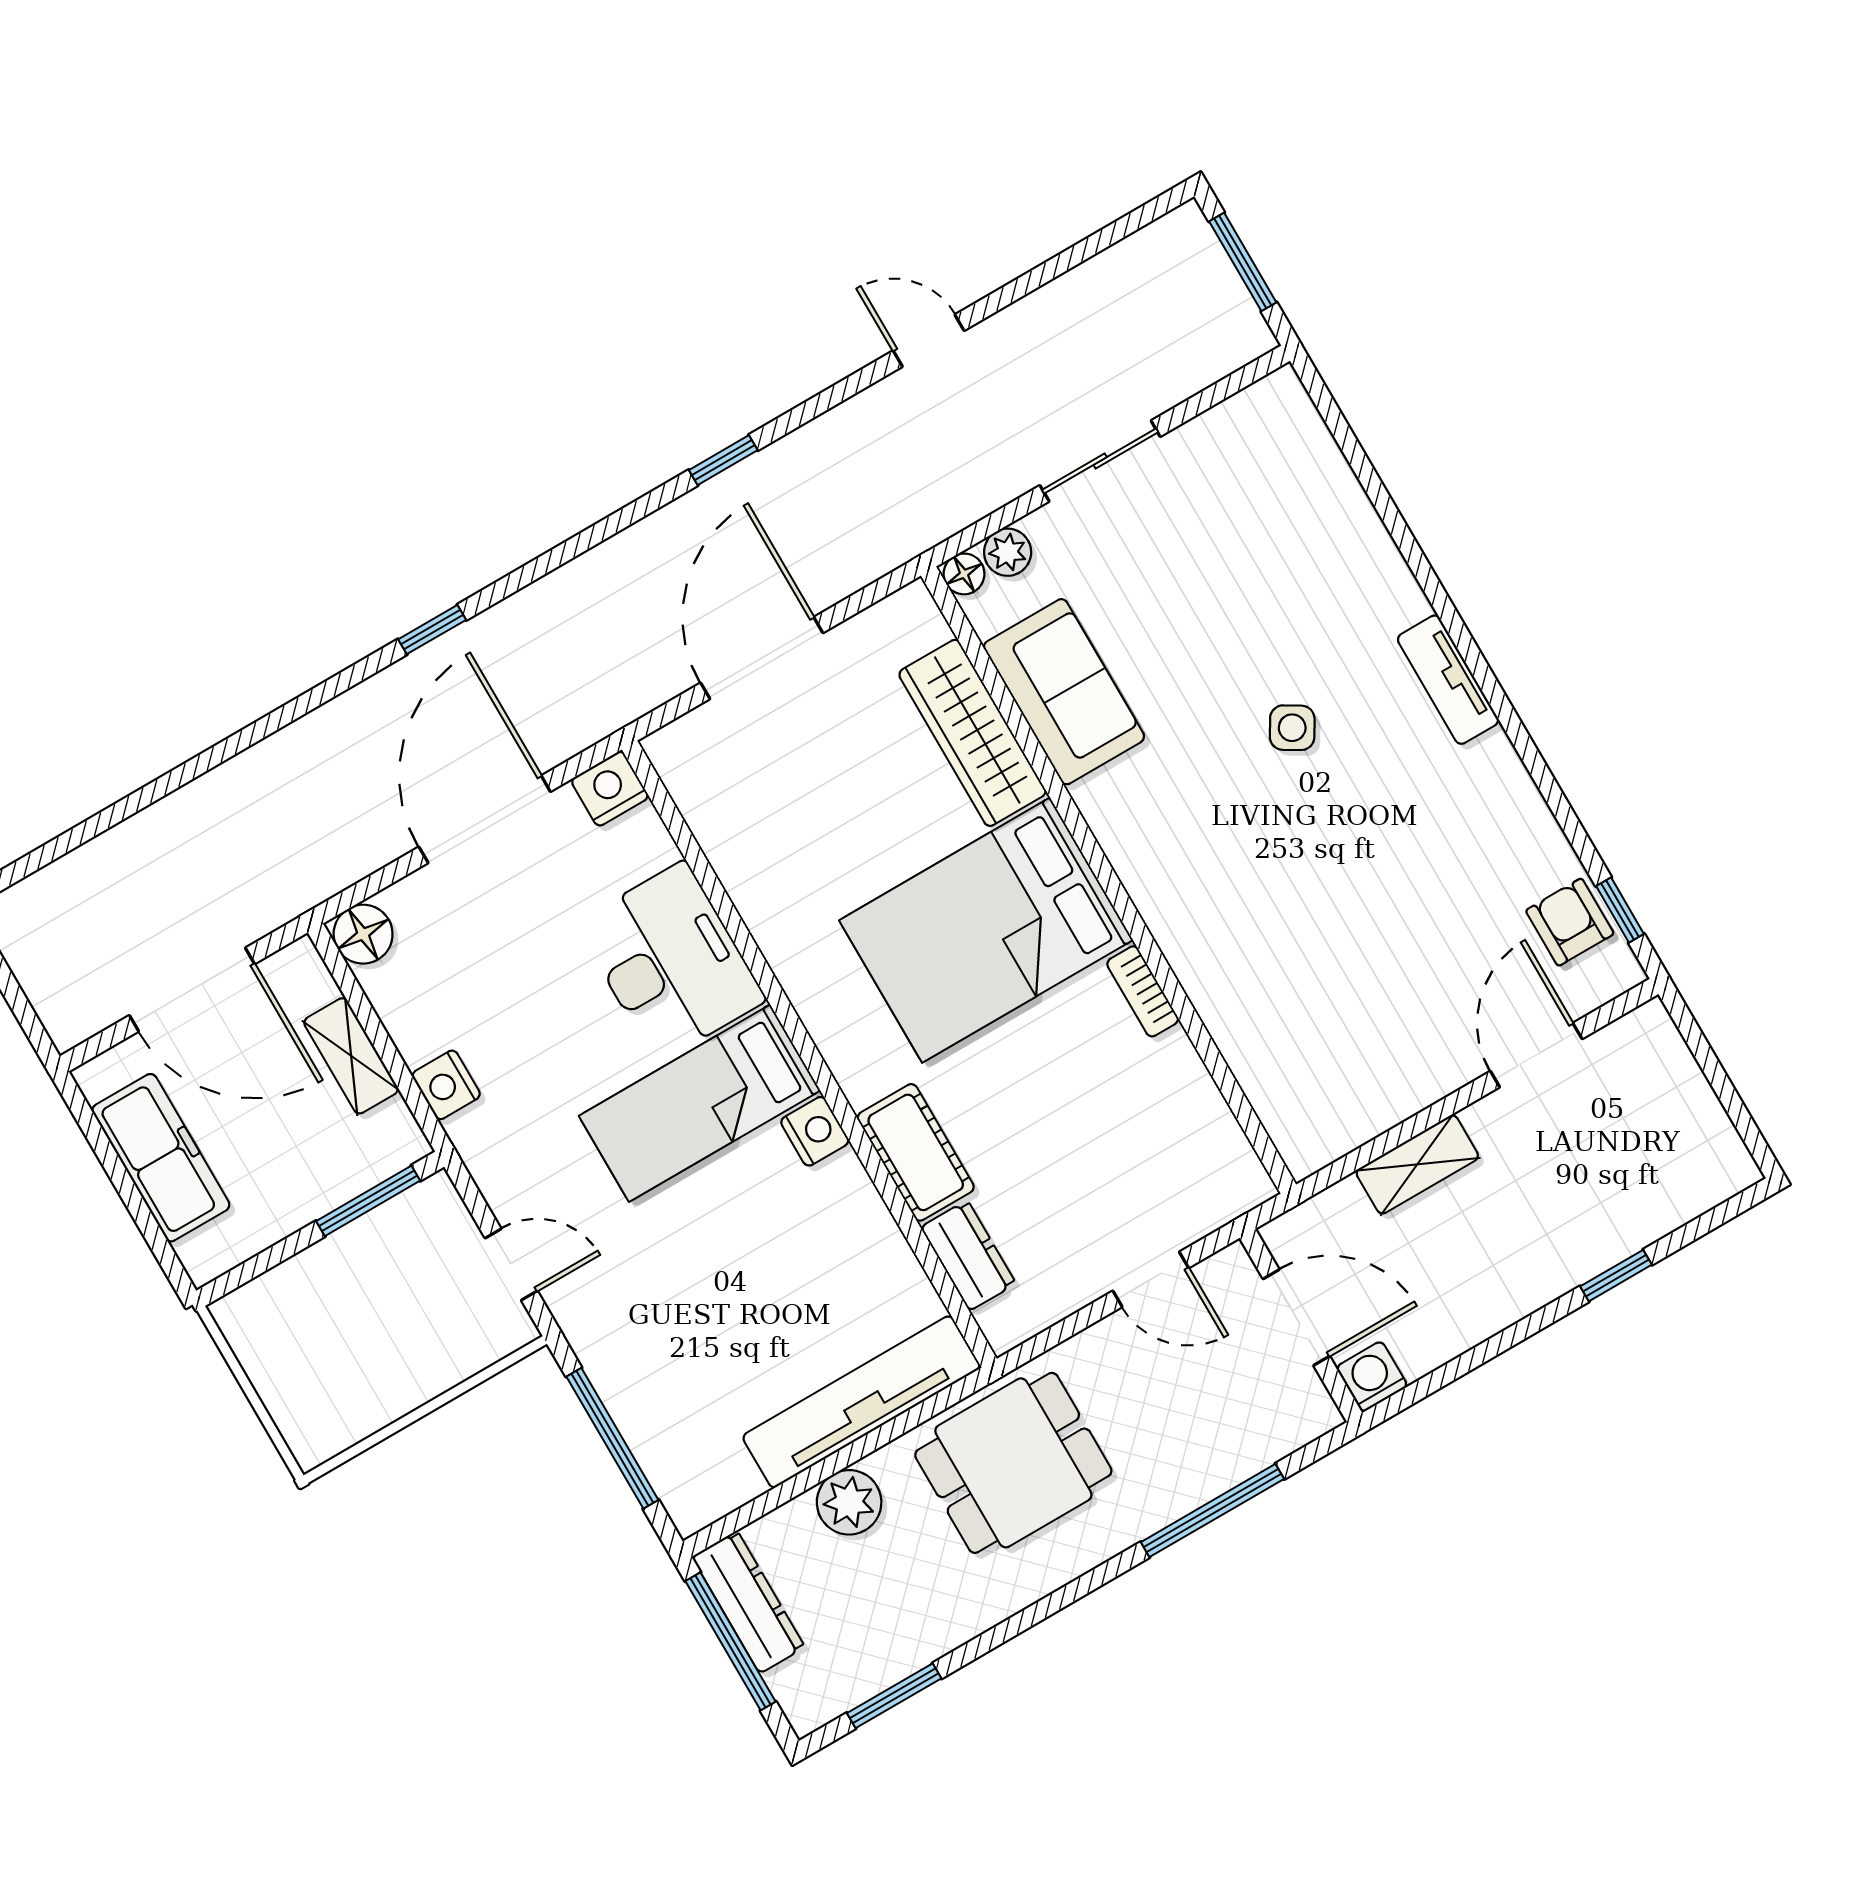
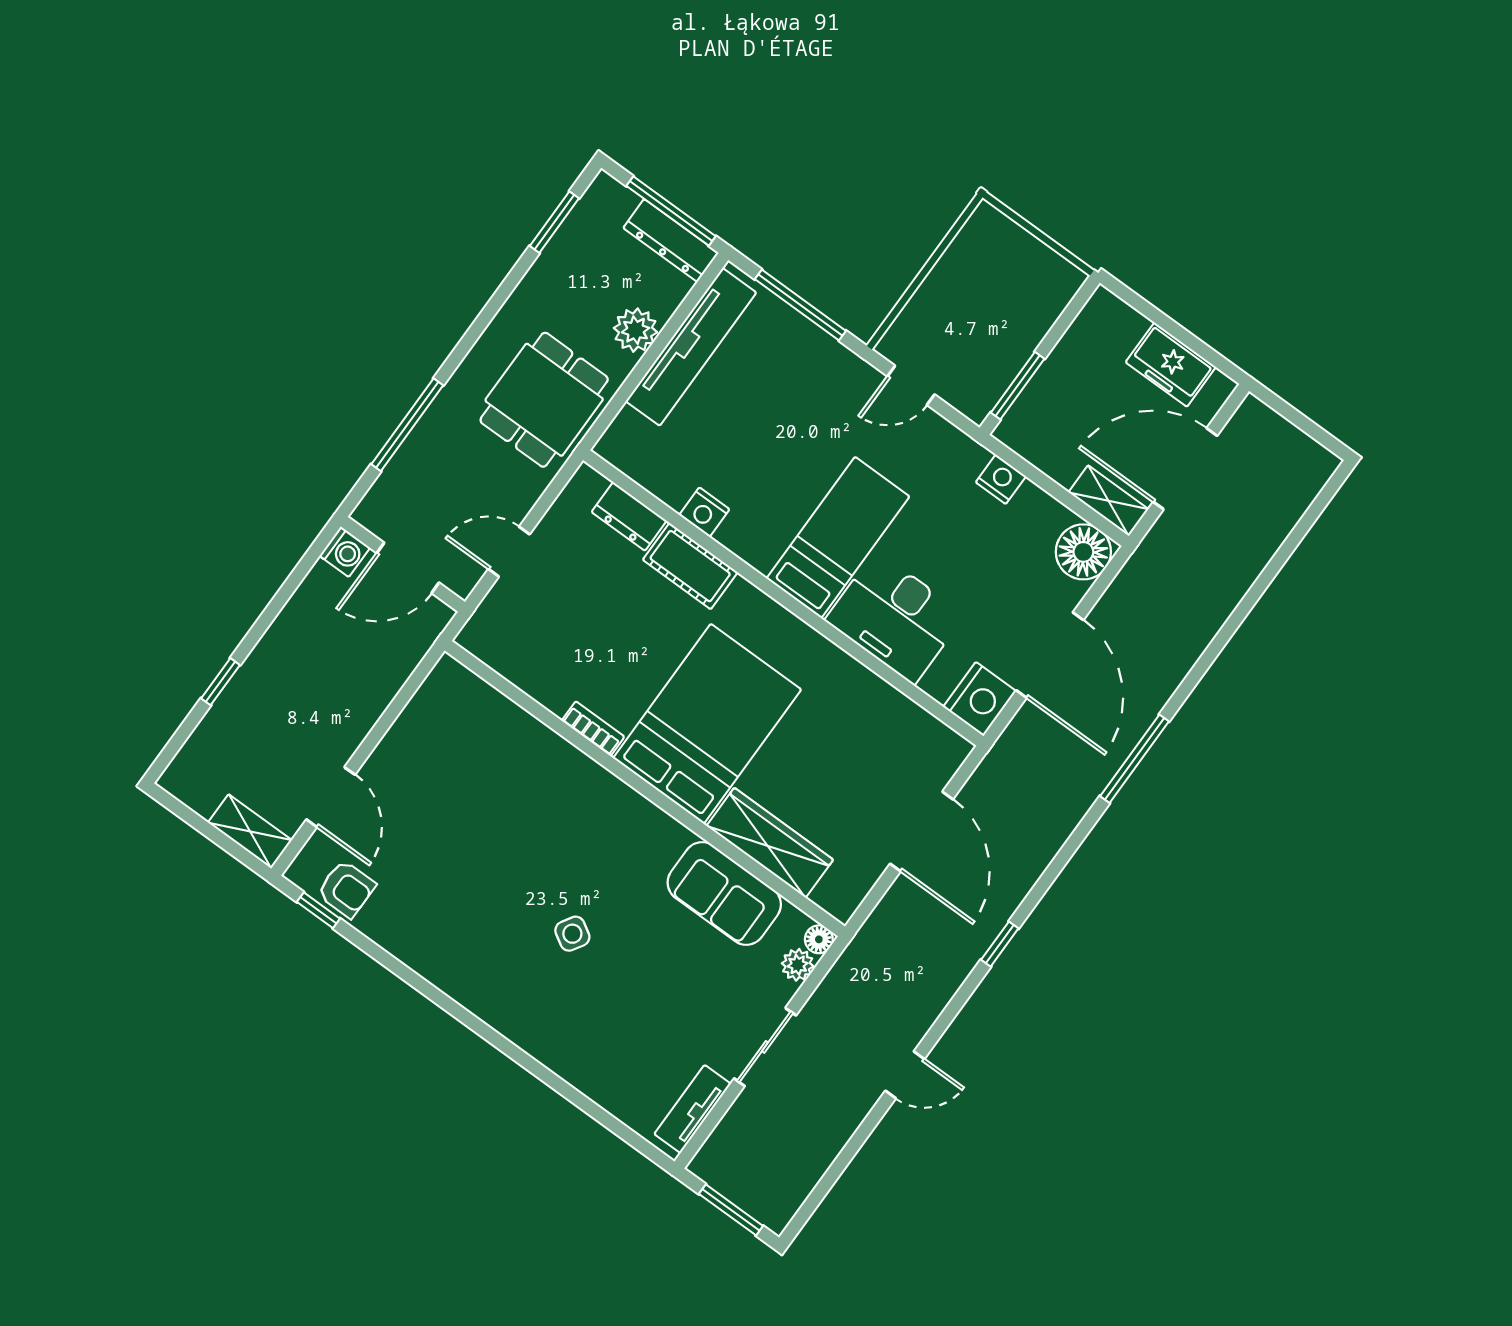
window: (432, 630) -> (1134, 759), width x2.17
tv unit: (1448, 680) -> (692, 1109), moved, turned -90
nightstand: (610, 789) -> (980, 699), width x1.36, depth x1.33
floor lamp: (363, 934) -> (1083, 552), width x1.38, depth x1.38
shelving: (351, 1056) -> (1108, 501), moved
nightstand: (815, 1131) -> (704, 512), moved
freezer: (161, 1158) -> (1171, 365), width x0.71
shelving: (1417, 1164) -> (250, 831), moved, turned 90
tv unit: (861, 1402) -> (691, 347), moved

